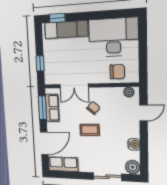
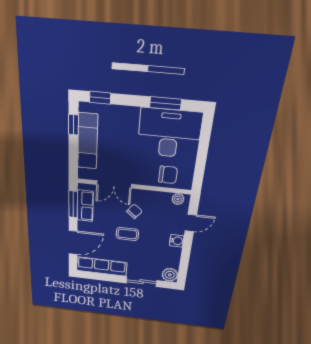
window: (107, 14) -> (165, 103), added
exam couch: (66, 29) -> (88, 141), moved, turned -90
window: (40, 63) -> (73, 125), moved
water cooler: (134, 144) -> (177, 241), moved
row of seats: (63, 164) -> (102, 266), width x1.48

